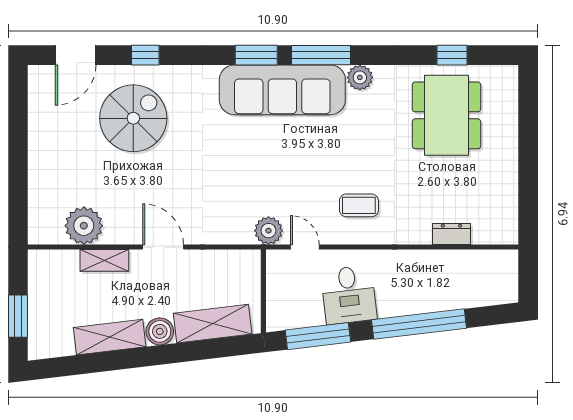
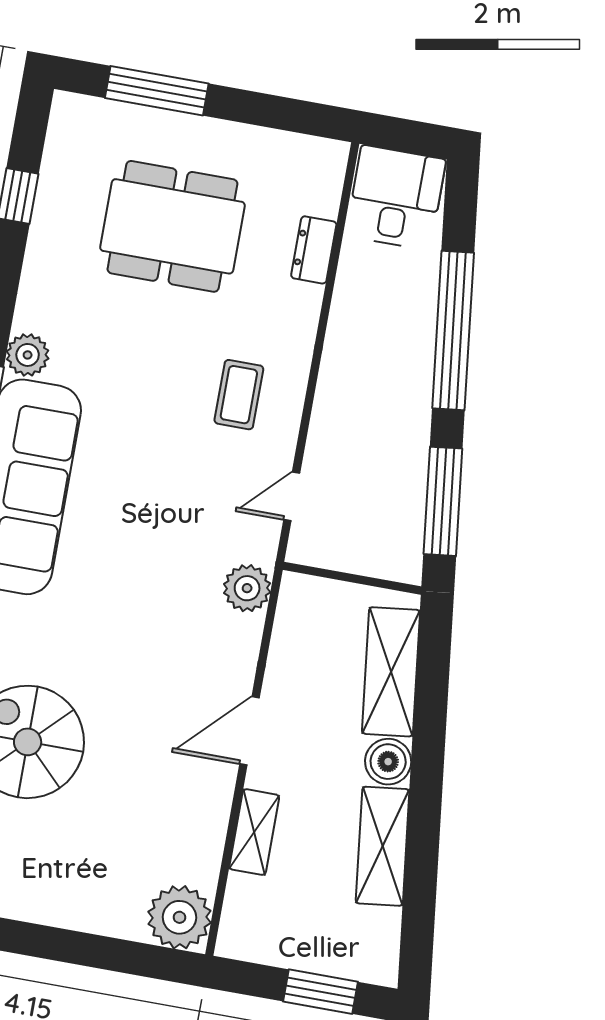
dining table: (446, 115) -> (172, 226), moved
window: (528, 125) -> (157, 91), added
plant: (84, 226) -> (179, 917), moved
plant: (268, 231) -> (247, 588), moved
desk: (349, 295) -> (396, 198), moved, turned -83

